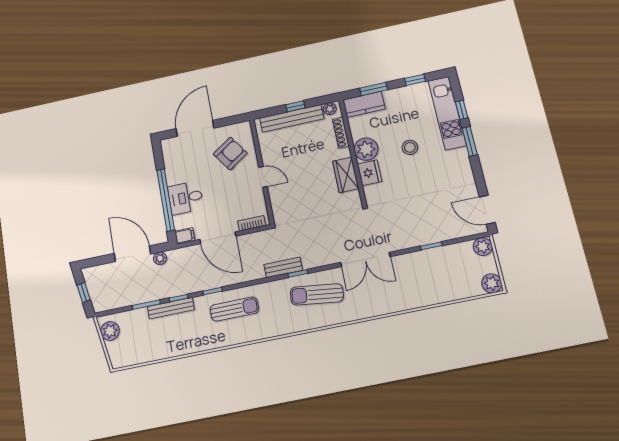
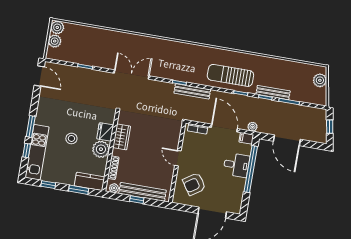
plant: (483, 247) -> (55, 41), moved
plant: (160, 258) -> (252, 127), moved
bench: (283, 267) -> (192, 91), width x1.36
sun lounger: (317, 294) -> (172, 64), removed
sun lounger: (234, 309) -> (230, 75), width x1.36, depth x1.34
plant: (110, 331) -> (320, 80), moved

